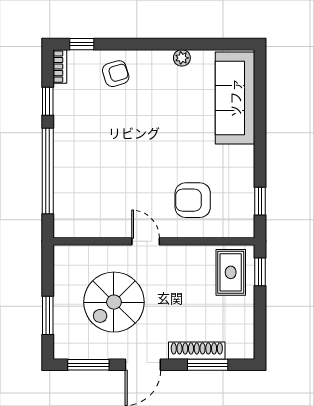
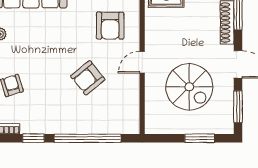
armchair: (126, 171) -> (88, 78), added

